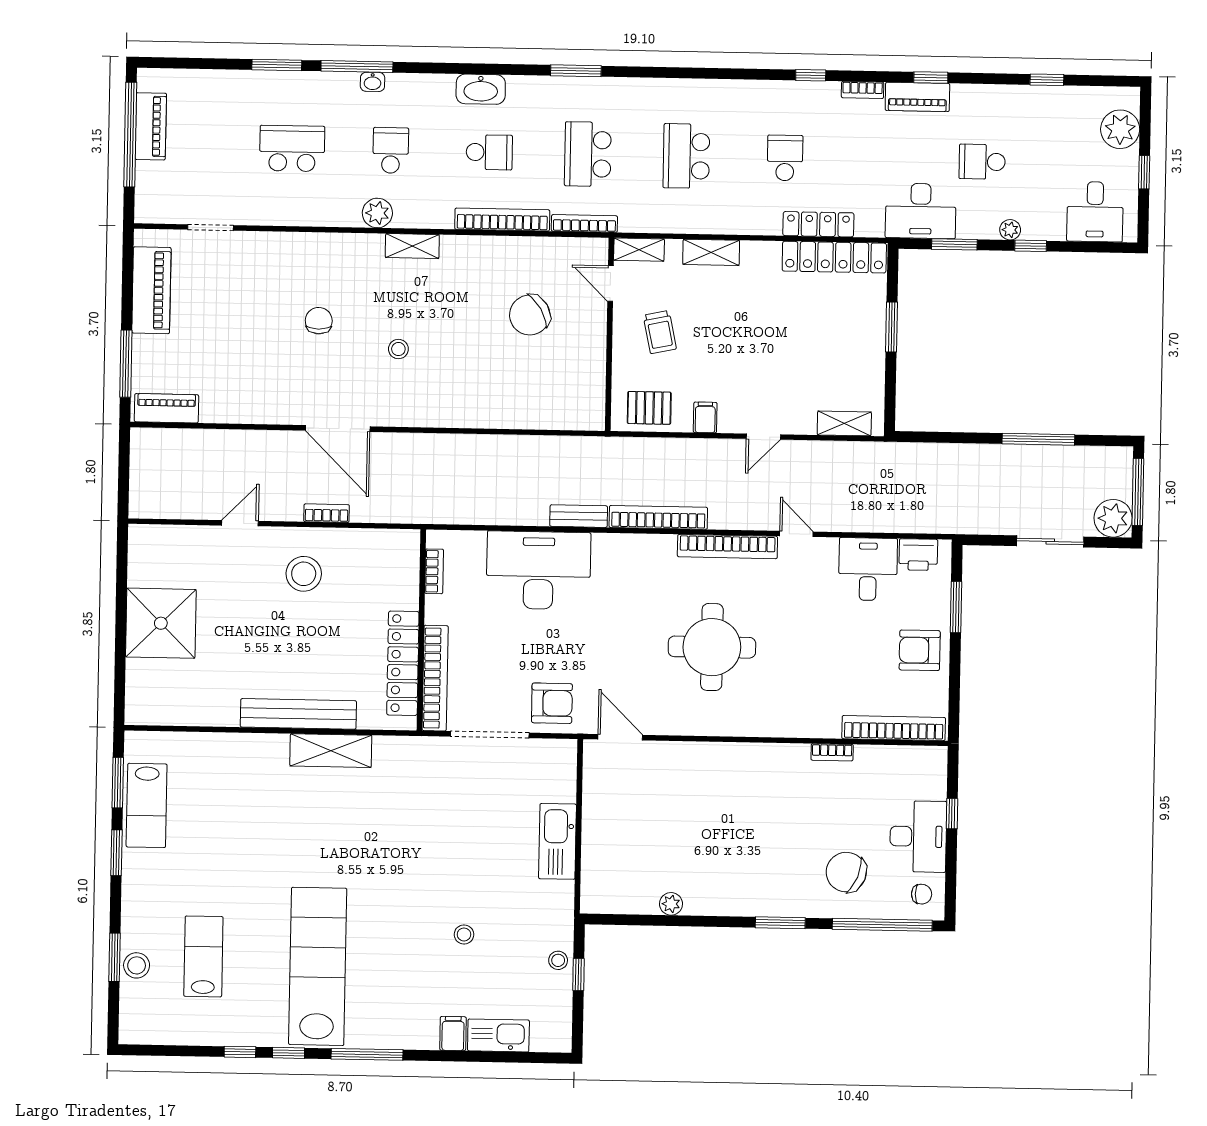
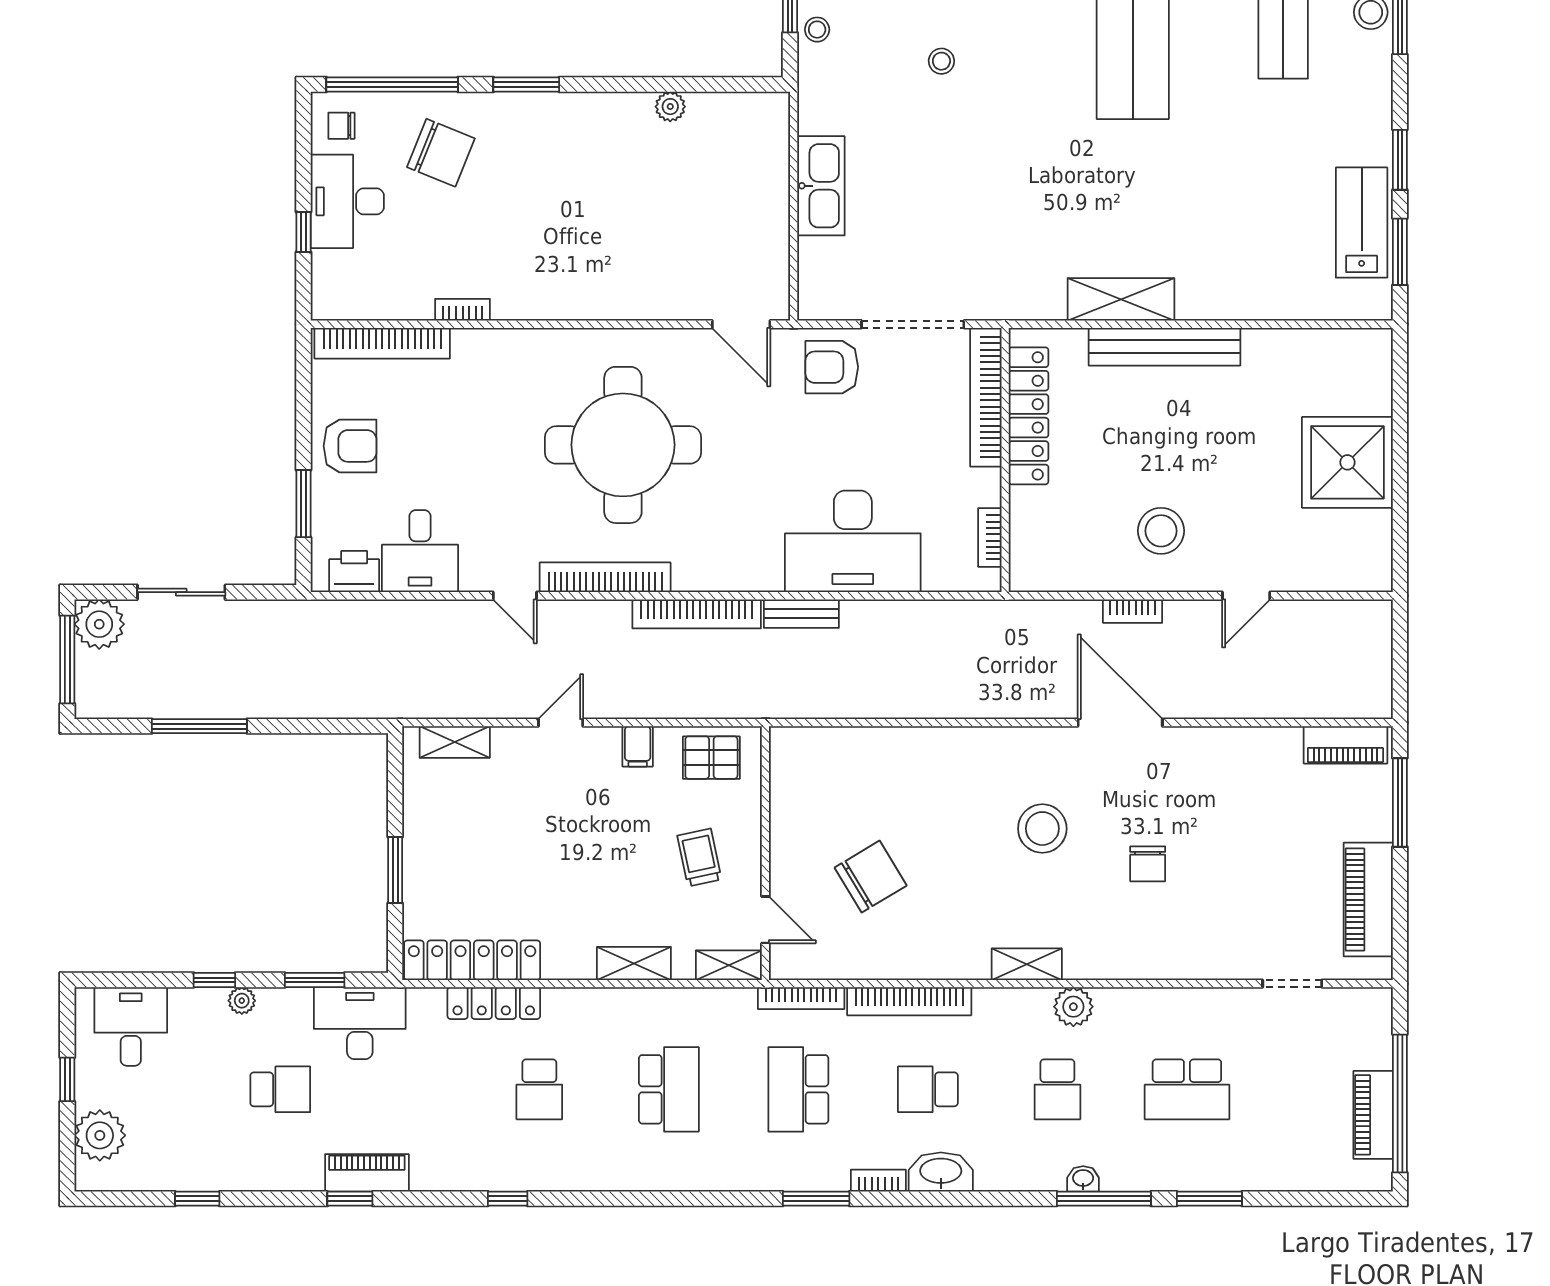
bookcase: (863, 90) -> (878, 1181), moved
school desk: (588, 154) -> (798, 1089), turned 180
stool: (398, 349) -> (1042, 829), width x1.89, depth x1.89
round table: (712, 647) -> (623, 445), width x1.36, depth x1.36

